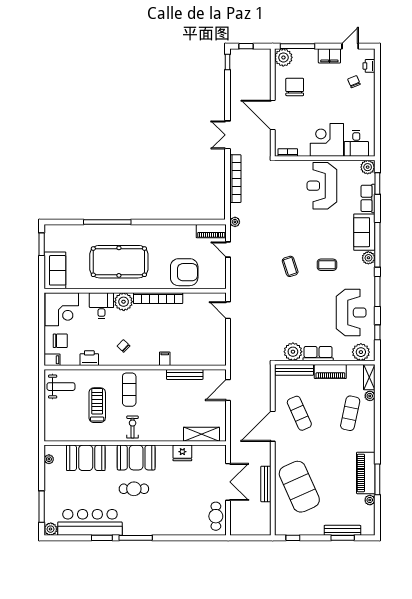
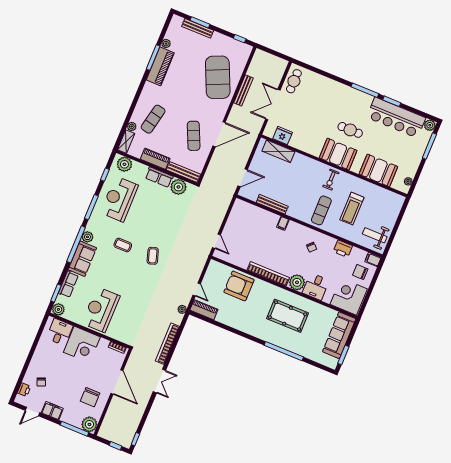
reception desk: (322, 186) -> (101, 310), turned 180
pool table: (119, 262) -> (288, 316), width x0.73, depth x0.76
sofa: (55, 270) -> (339, 335), width x1.36
fridge: (182, 453) -> (283, 135), moved

